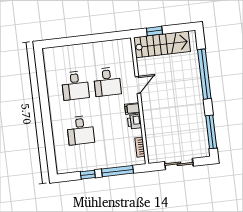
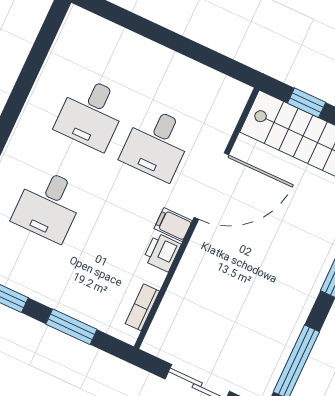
door: (138, 85) -> (211, 186), width x1.88
window: (117, 171) -> (71, 327), width x0.69

